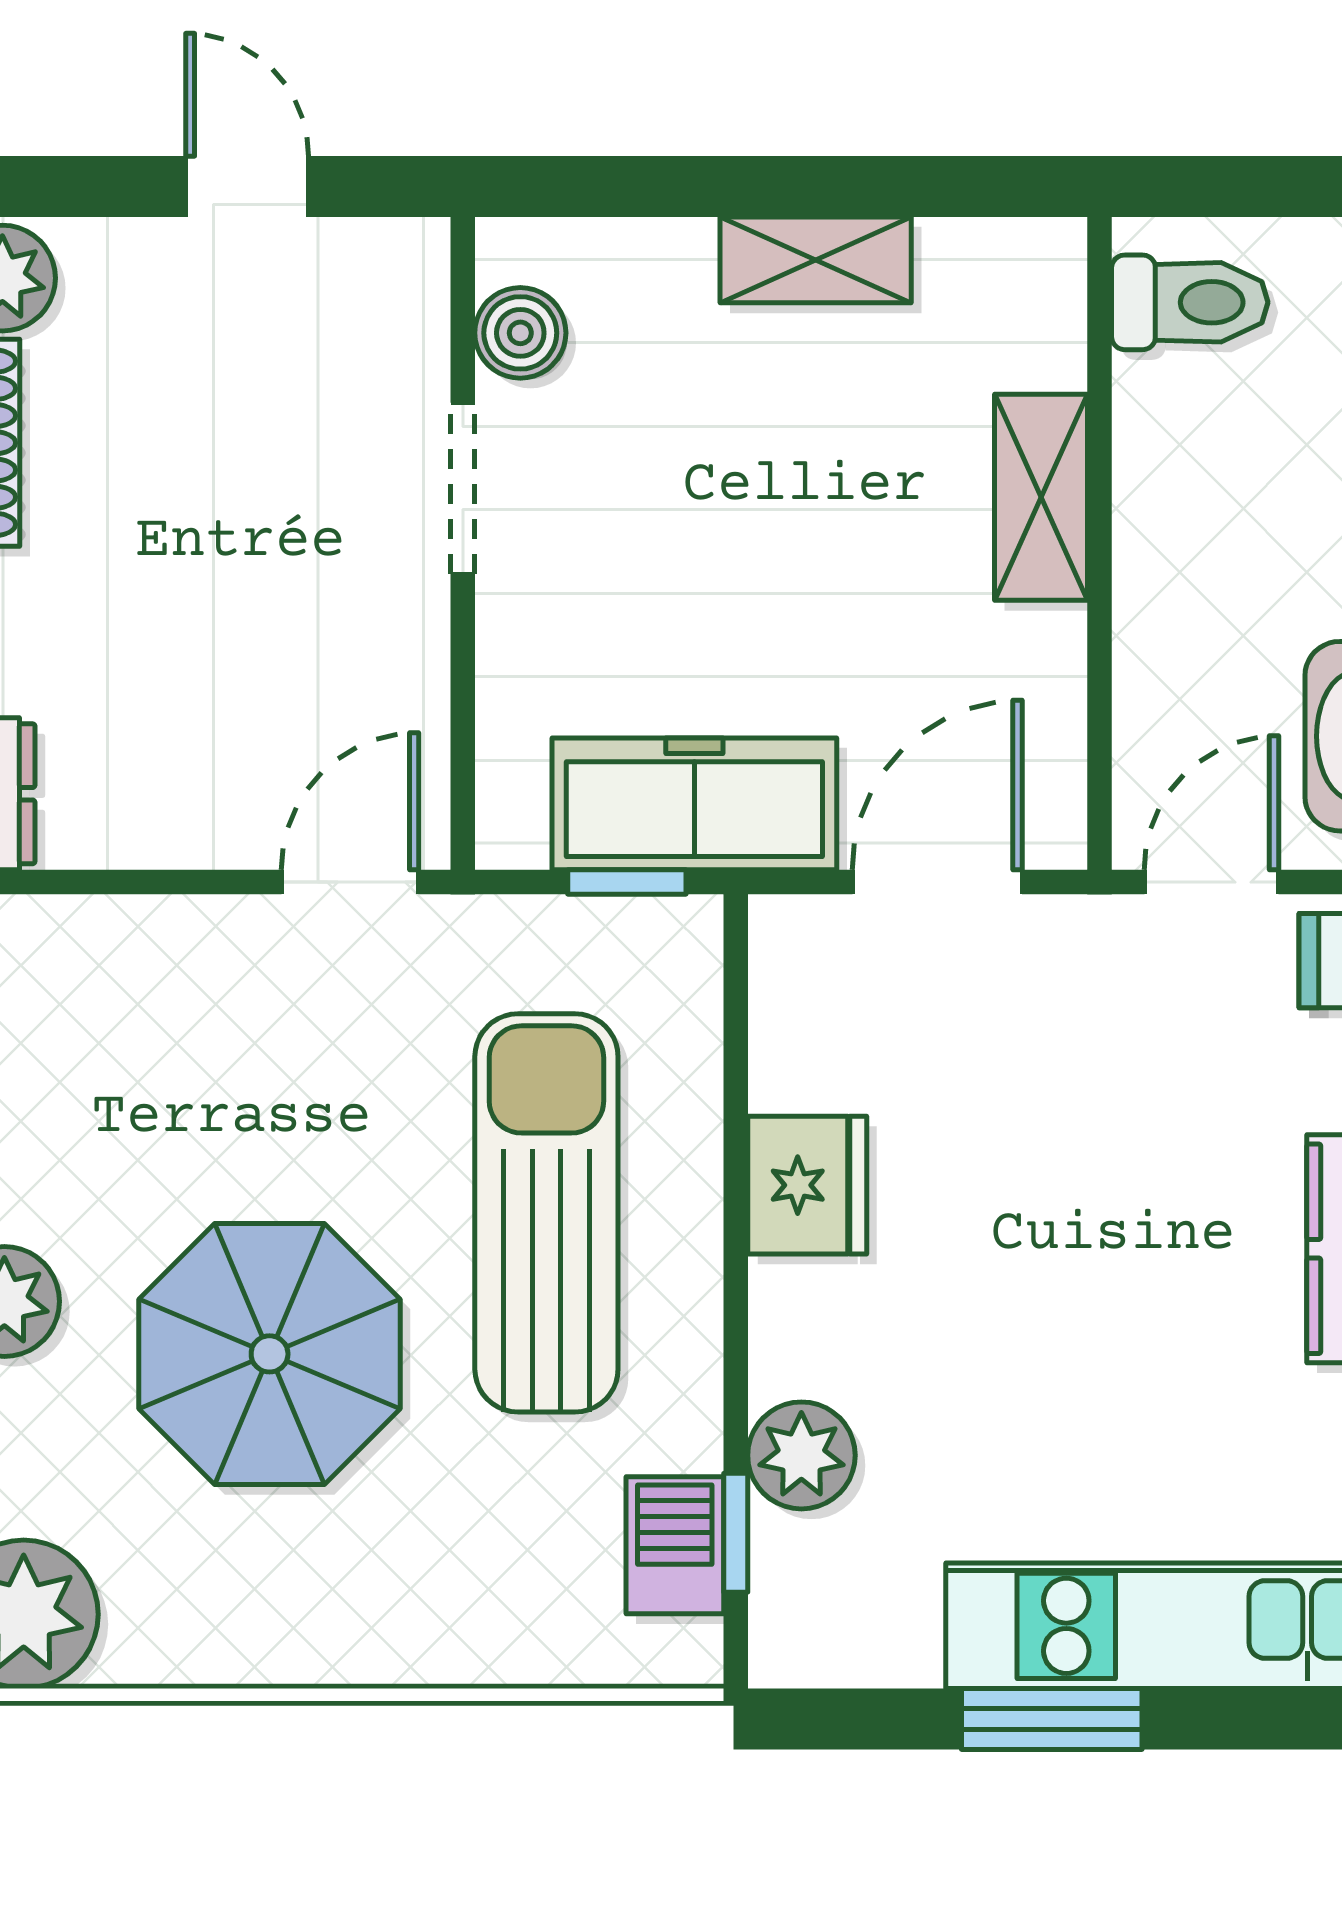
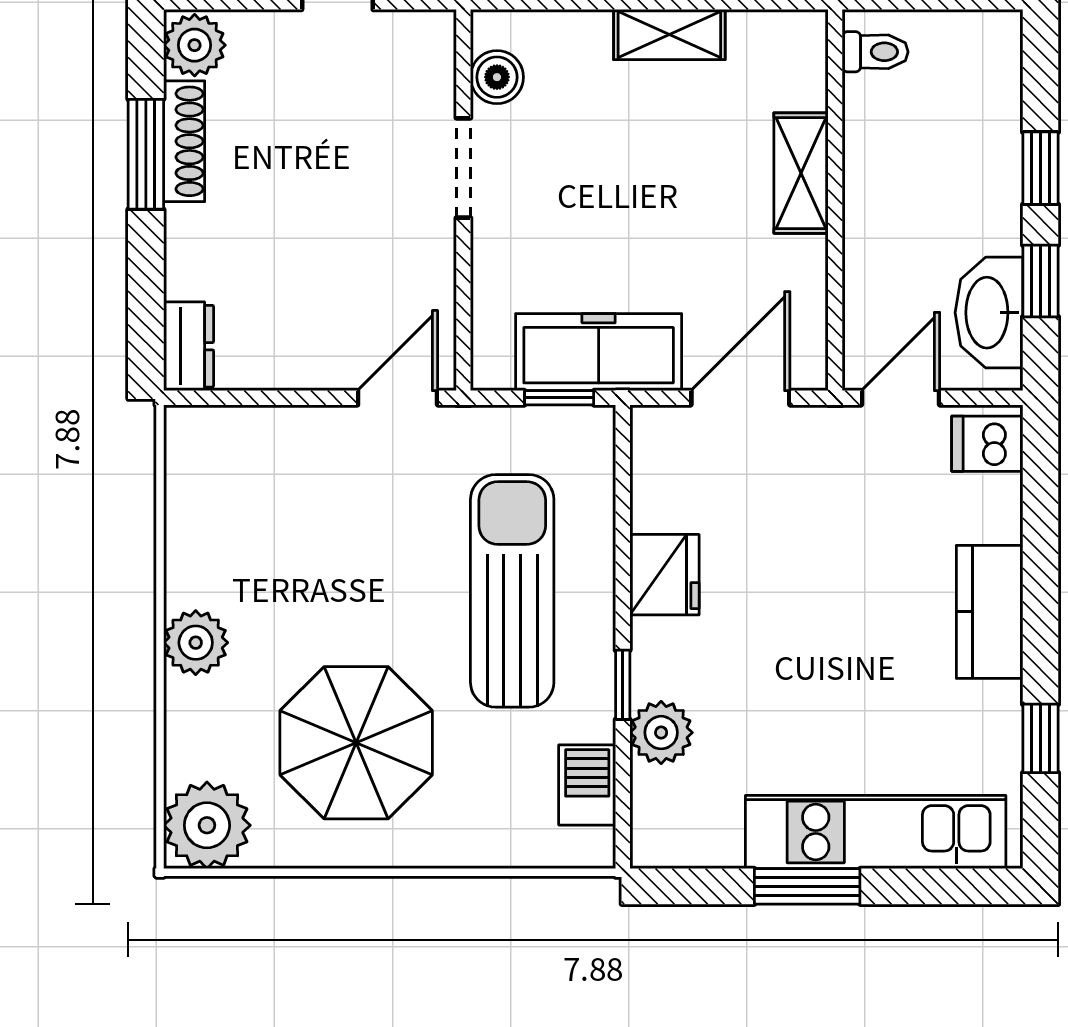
toilet: (1190, 302) -> (875, 52), width x0.73, depth x0.72
parasol: (270, 1354) -> (356, 743), moved
window: (736, 1533) -> (623, 685), moved

